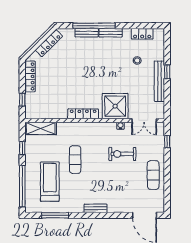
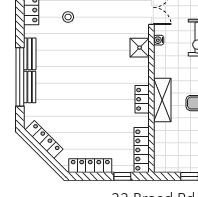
shower: (115, 106) -> (140, 48), width x0.54, depth x0.54
locker: (41, 113) -> (142, 150), added
locker: (83, 114) -> (142, 99), width x0.66
shelving: (41, 128) -> (162, 100), moved

